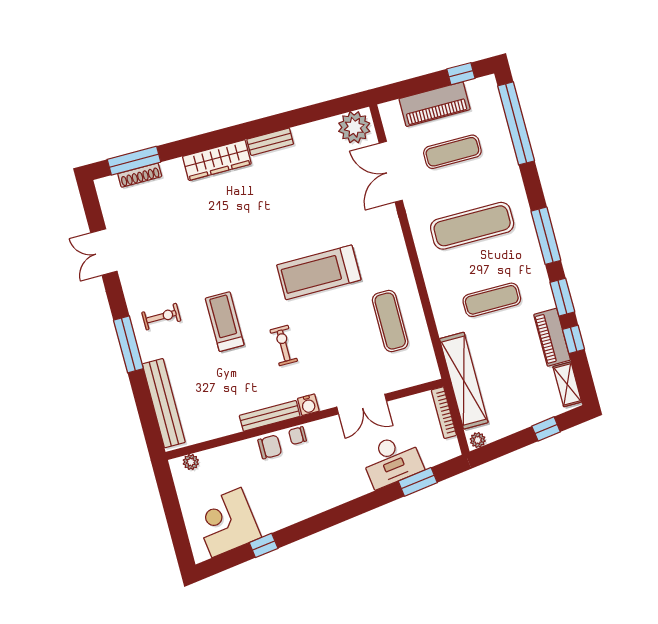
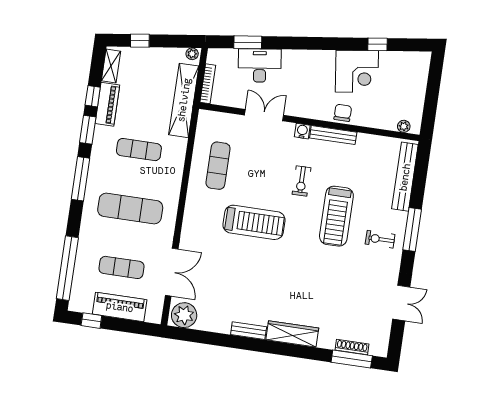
treadmill: (225, 322) -> (336, 216), width x1.37, depth x1.38
chair: (298, 436) -> (319, 112), removed
chair: (270, 447) -> (343, 113), turned 90
corner desk: (227, 523) -> (357, 71), moved

